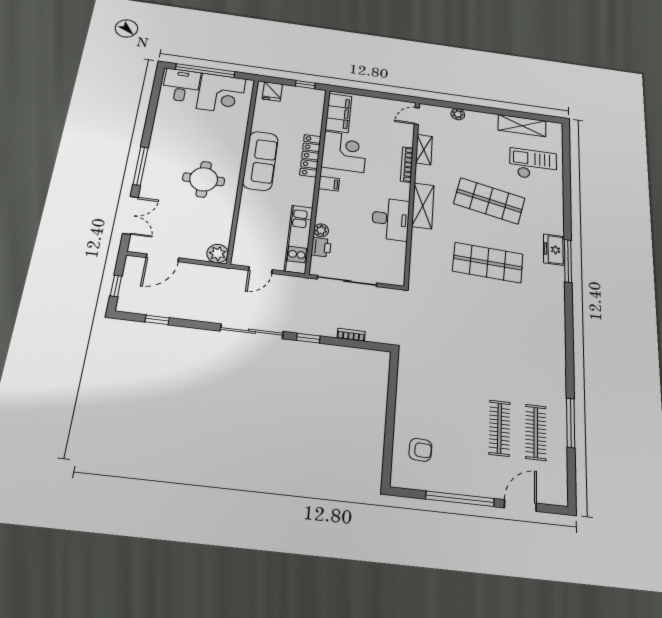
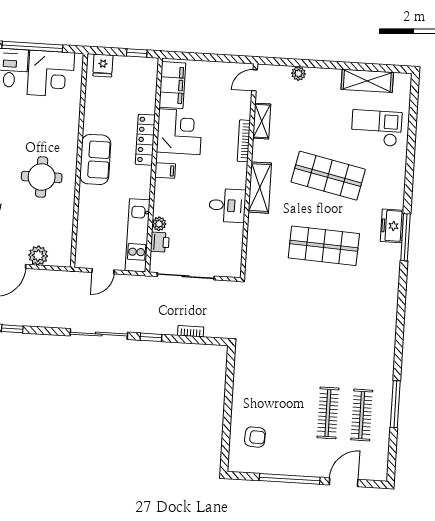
sofa: (260, 161) -> (95, 159), width x0.73
desk: (391, 219) -> (227, 205), width x0.73
plant: (218, 254) -> (38, 256), moved

